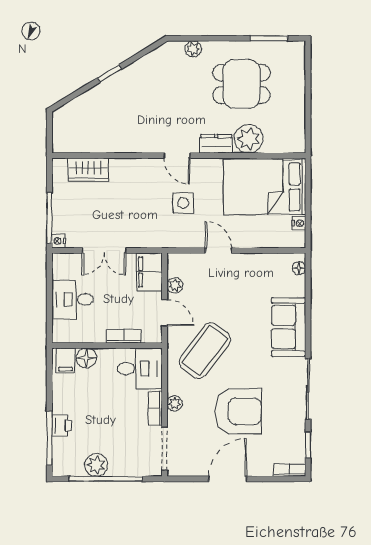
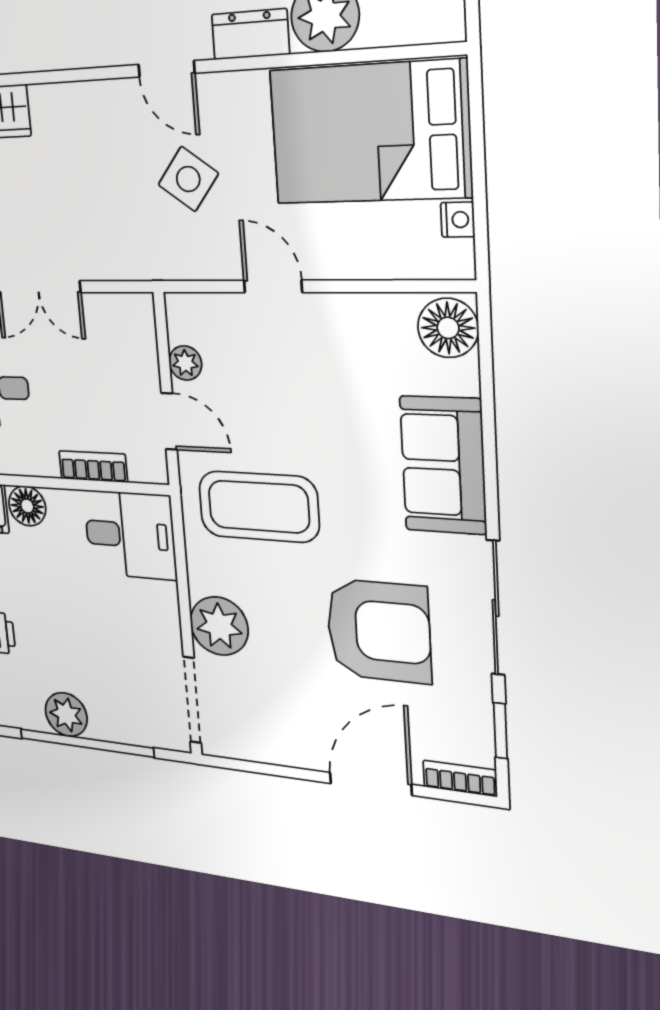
side table: (183, 203) -> (188, 179), turned 37
floor lamp: (299, 268) -> (448, 328), width x1.89, depth x1.89
filing cabinet: (149, 272) -> (131, 333), removed
coffee table: (205, 351) -> (259, 507), turned 53
plant: (175, 403) -> (219, 626), width x1.87, depth x1.87
bookcase: (155, 408) -> (167, 618), removed
armchair: (238, 411) -> (378, 631), moved
door: (228, 479) -> (371, 784), moved

